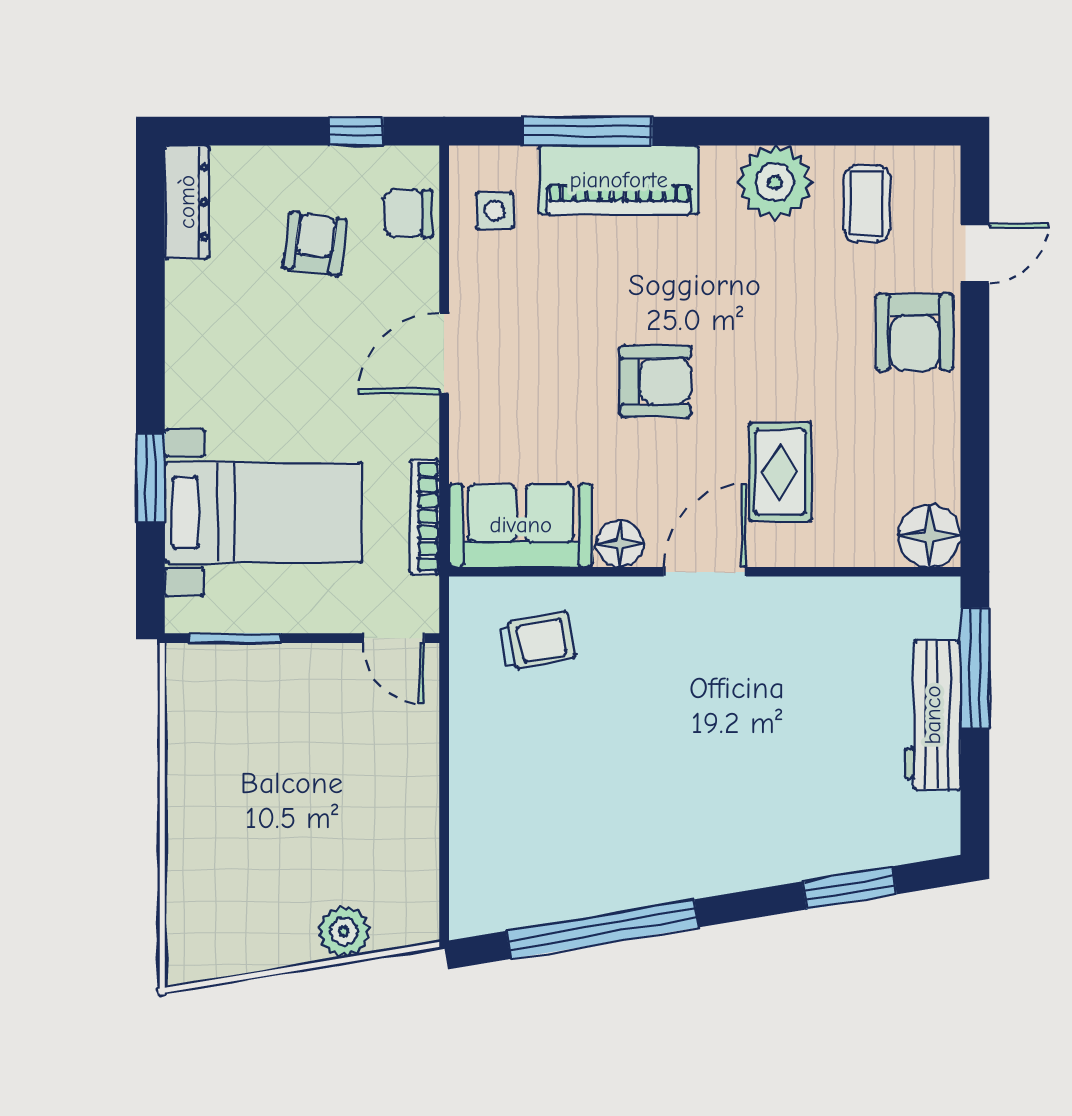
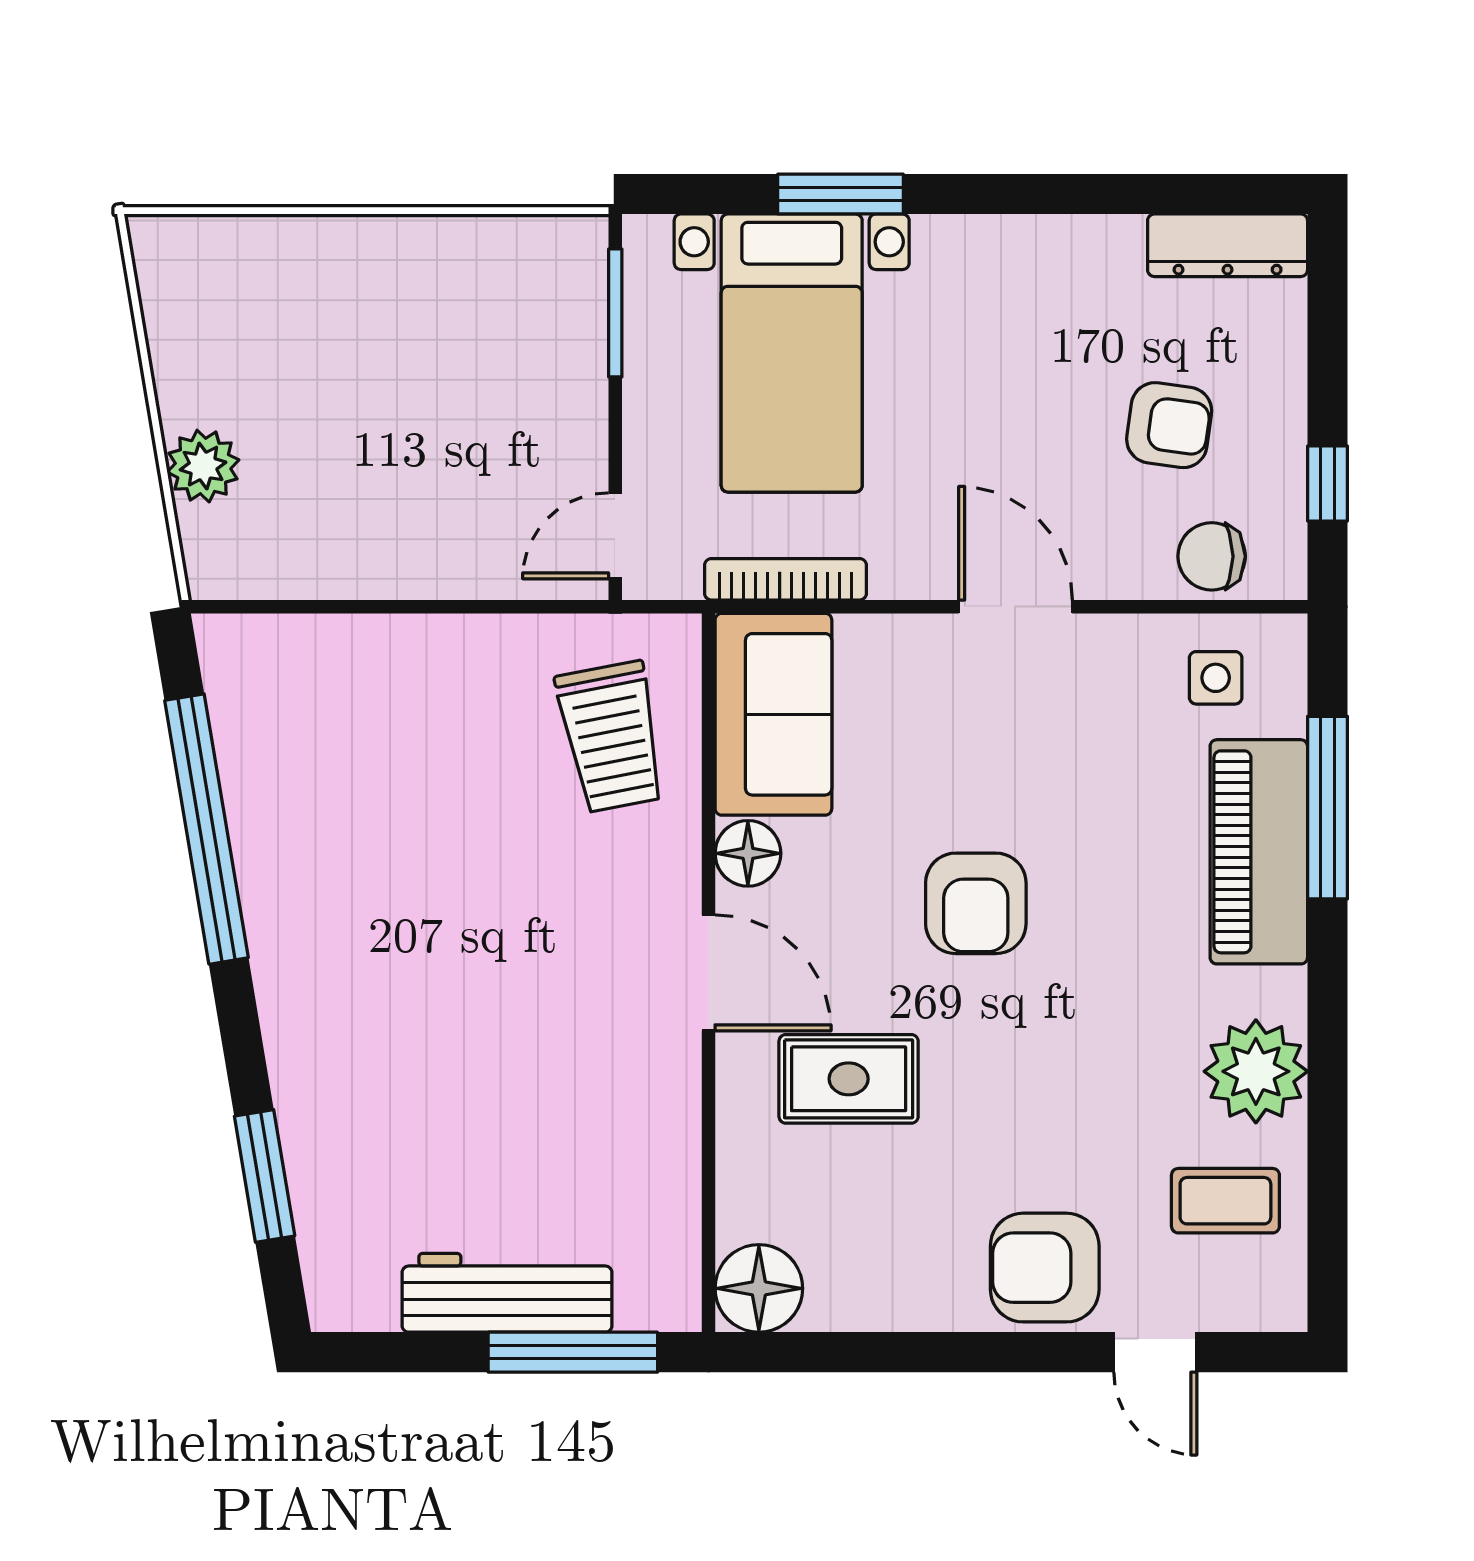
chair: (408, 213) -> (1212, 556), turned -90
trolley: (537, 641) -> (611, 737), width x1.36, depth x1.39

